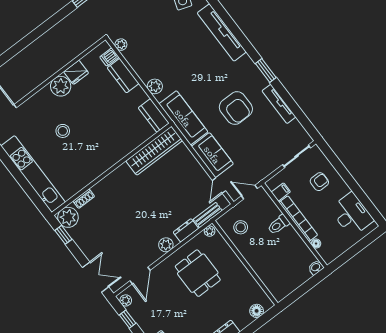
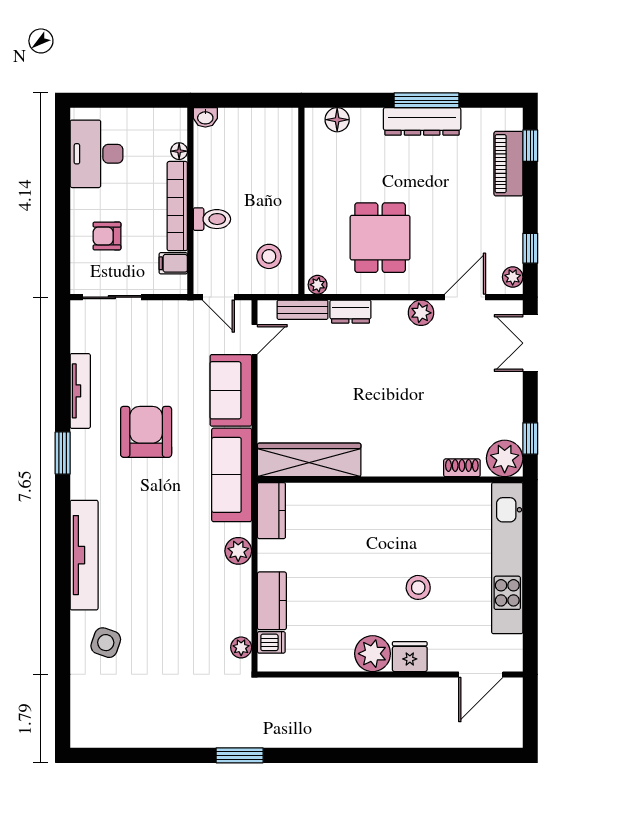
fridge: (76, 72) -> (410, 657), moved
plant: (166, 245) -> (421, 313), moved

